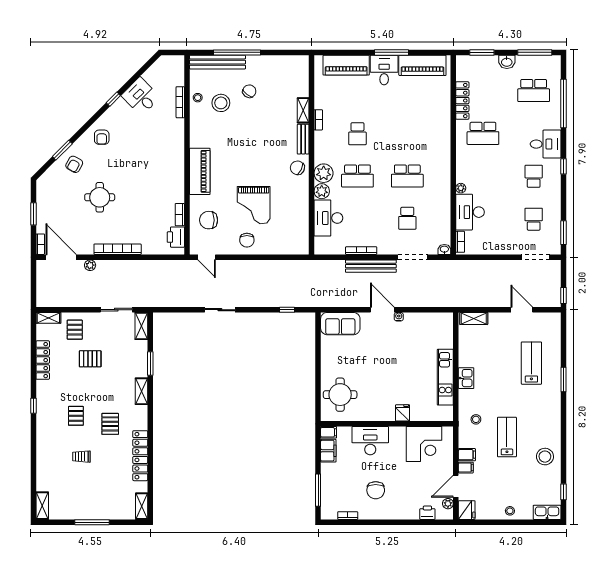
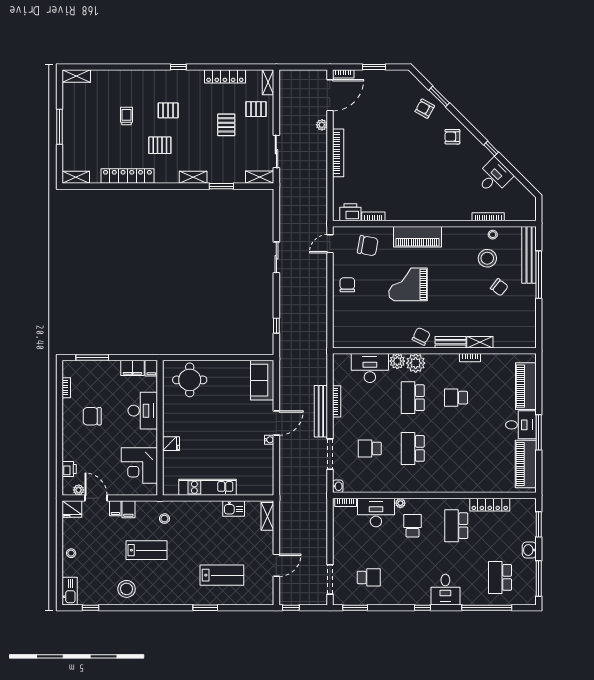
school desk: (534, 176) -> (412, 526), moved, turned -90
round table: (100, 197) -> (391, 135), removed
grand piano: (254, 205) -> (408, 284), moved
chair: (209, 220) -> (368, 246), turned 100
chair: (247, 240) -> (347, 285), turned 90
kitchen sink: (466, 378) -> (234, 508), moved

